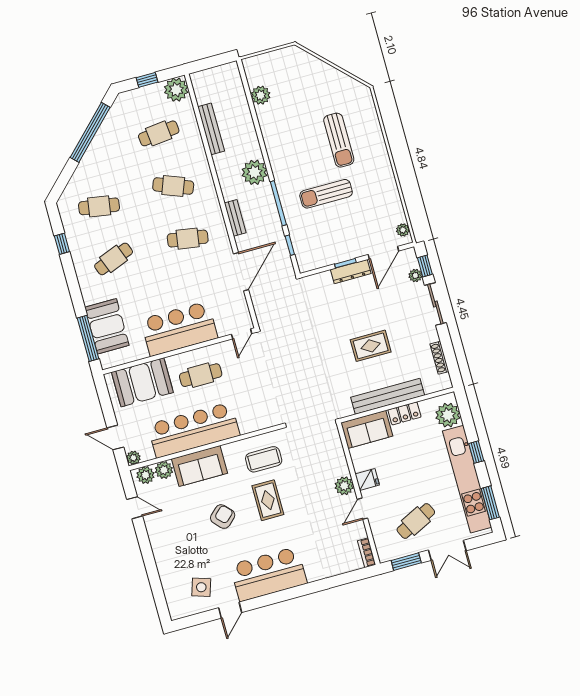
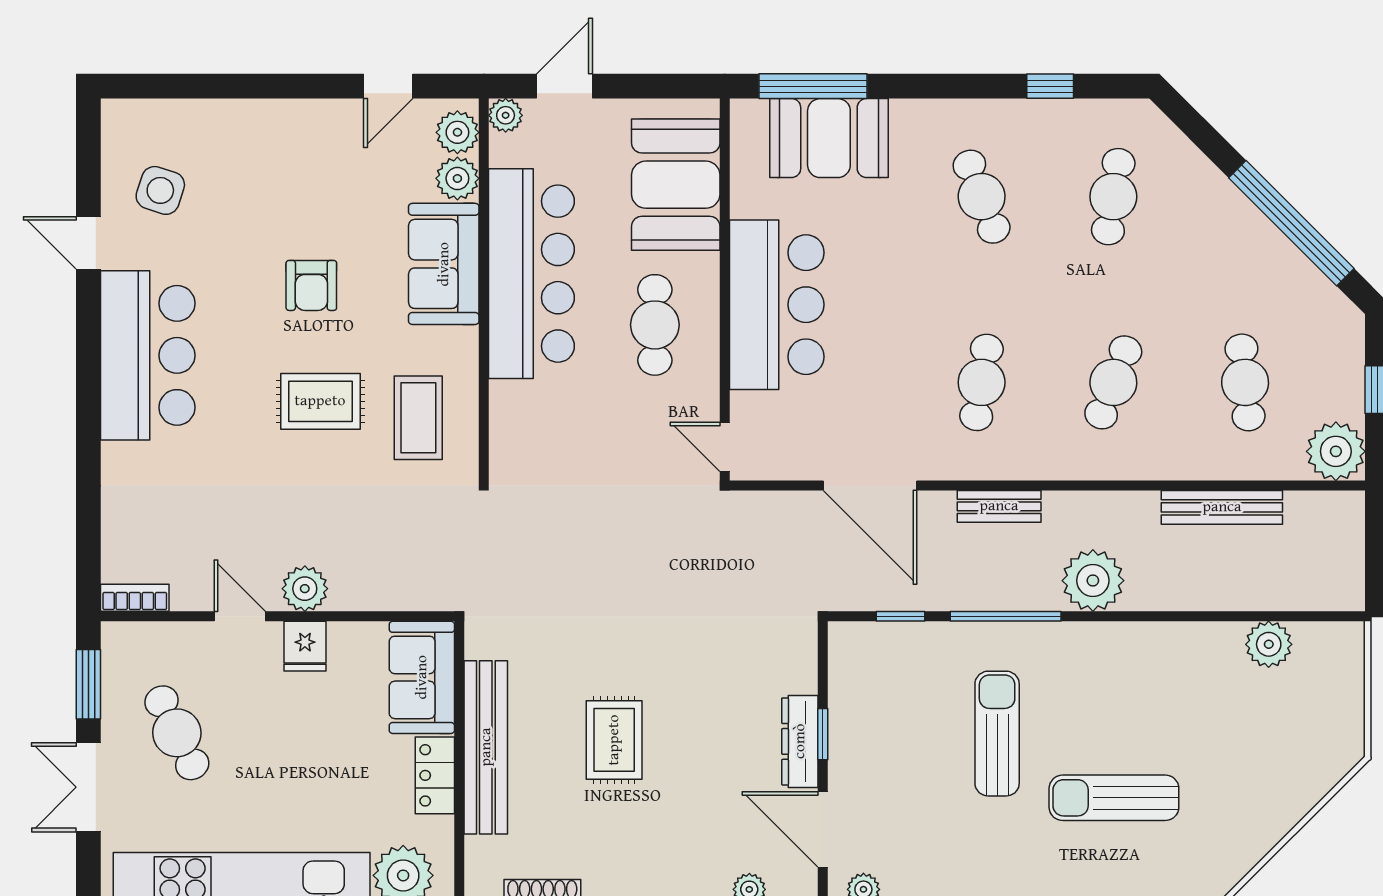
armchair: (223, 517) -> (311, 285), turned 43

